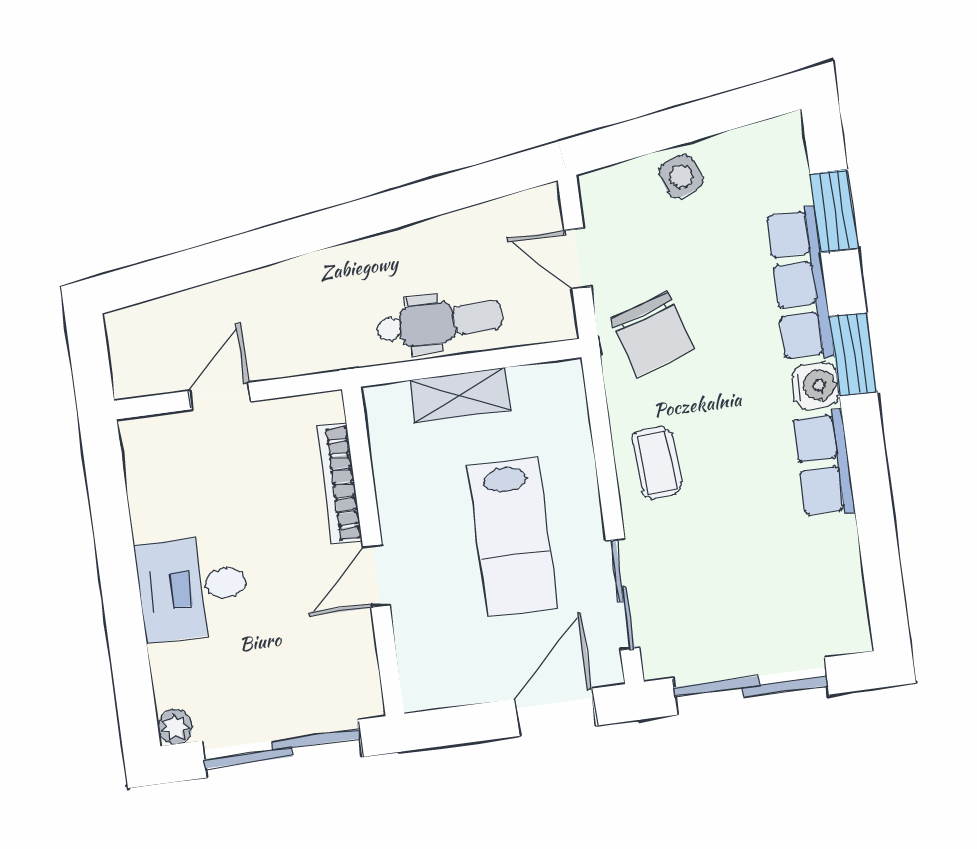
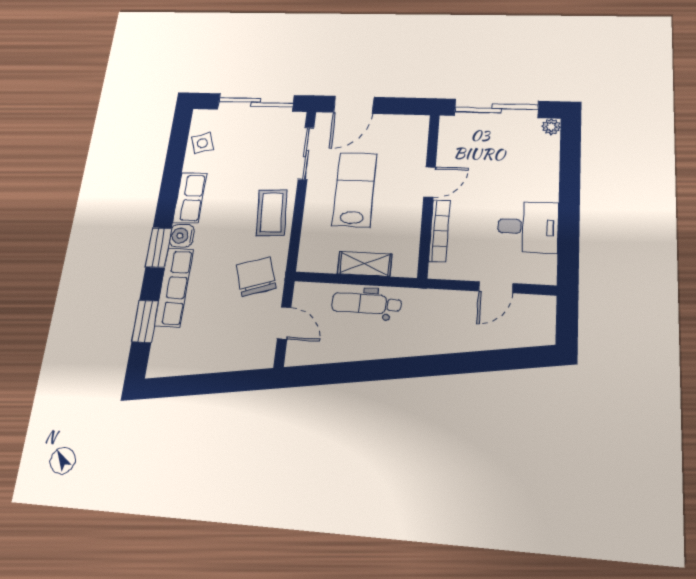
side table: (681, 176) -> (202, 143), moved
coffee table: (657, 463) -> (272, 213), width x1.36, depth x1.30
desk: (193, 588) -> (528, 227), moved

